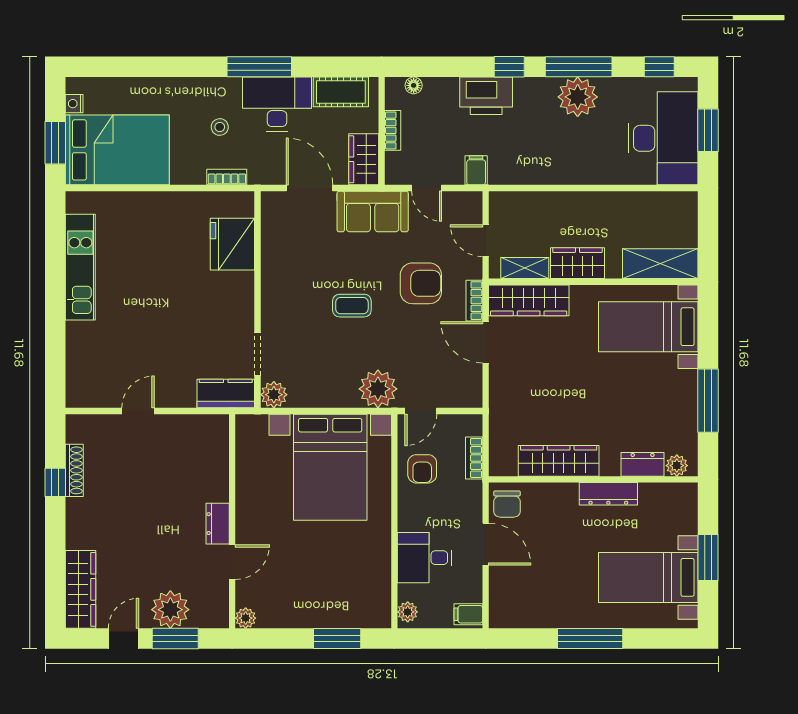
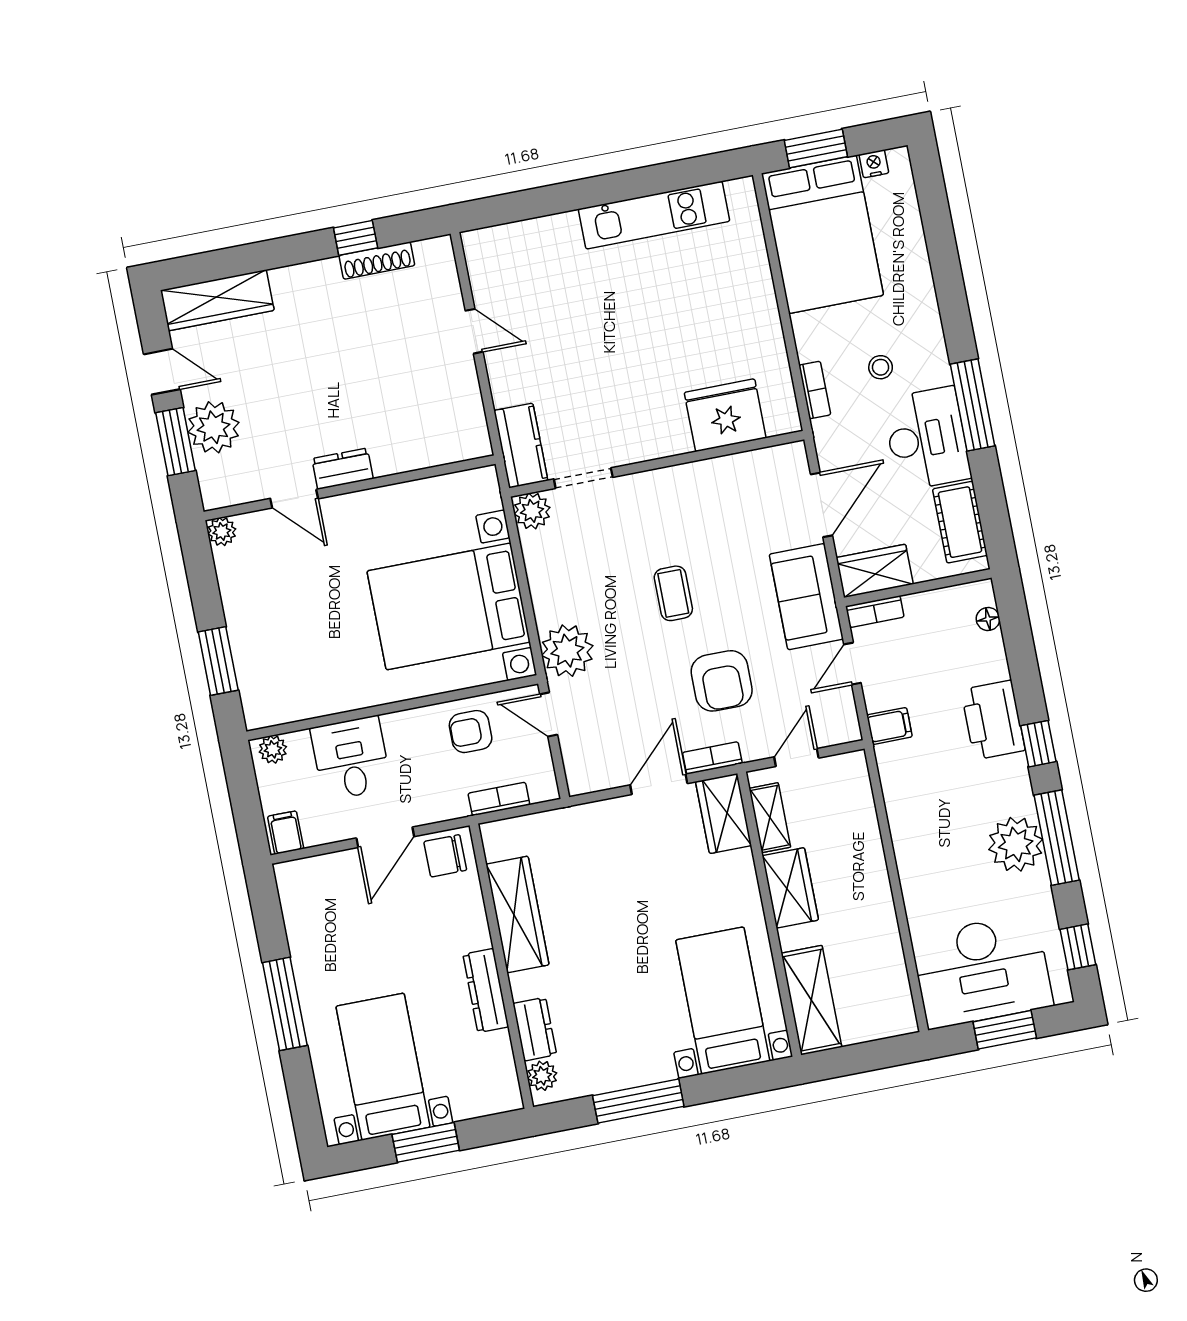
bookcase: (393, 130) -> (875, 612), moved
wardrobe: (529, 300) -> (724, 813), width x0.67

